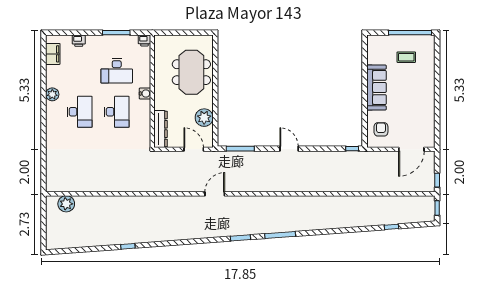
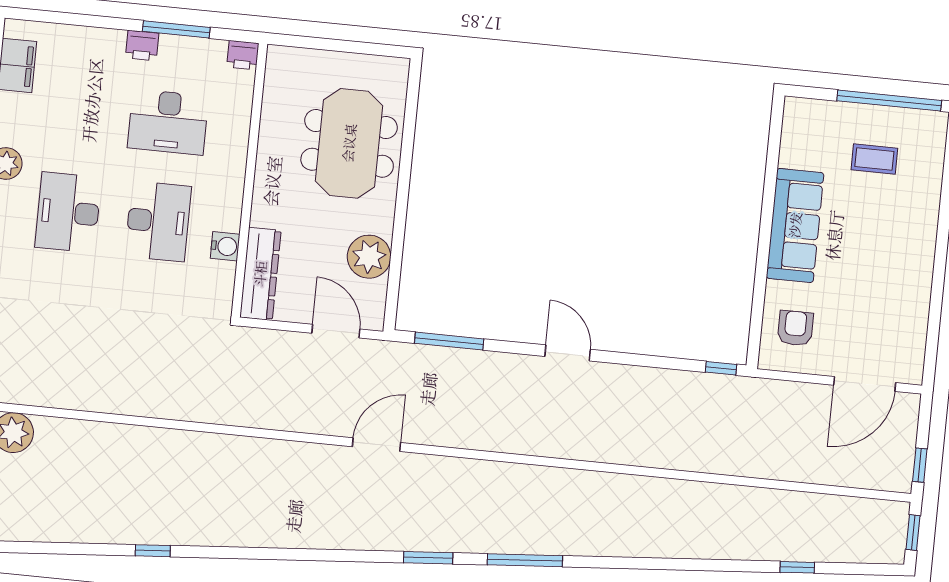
printer: (79, 41) -> (142, 46), moved
water cooler: (145, 93) -> (225, 246), moved
desk: (80, 112) -> (68, 212), turned 180

